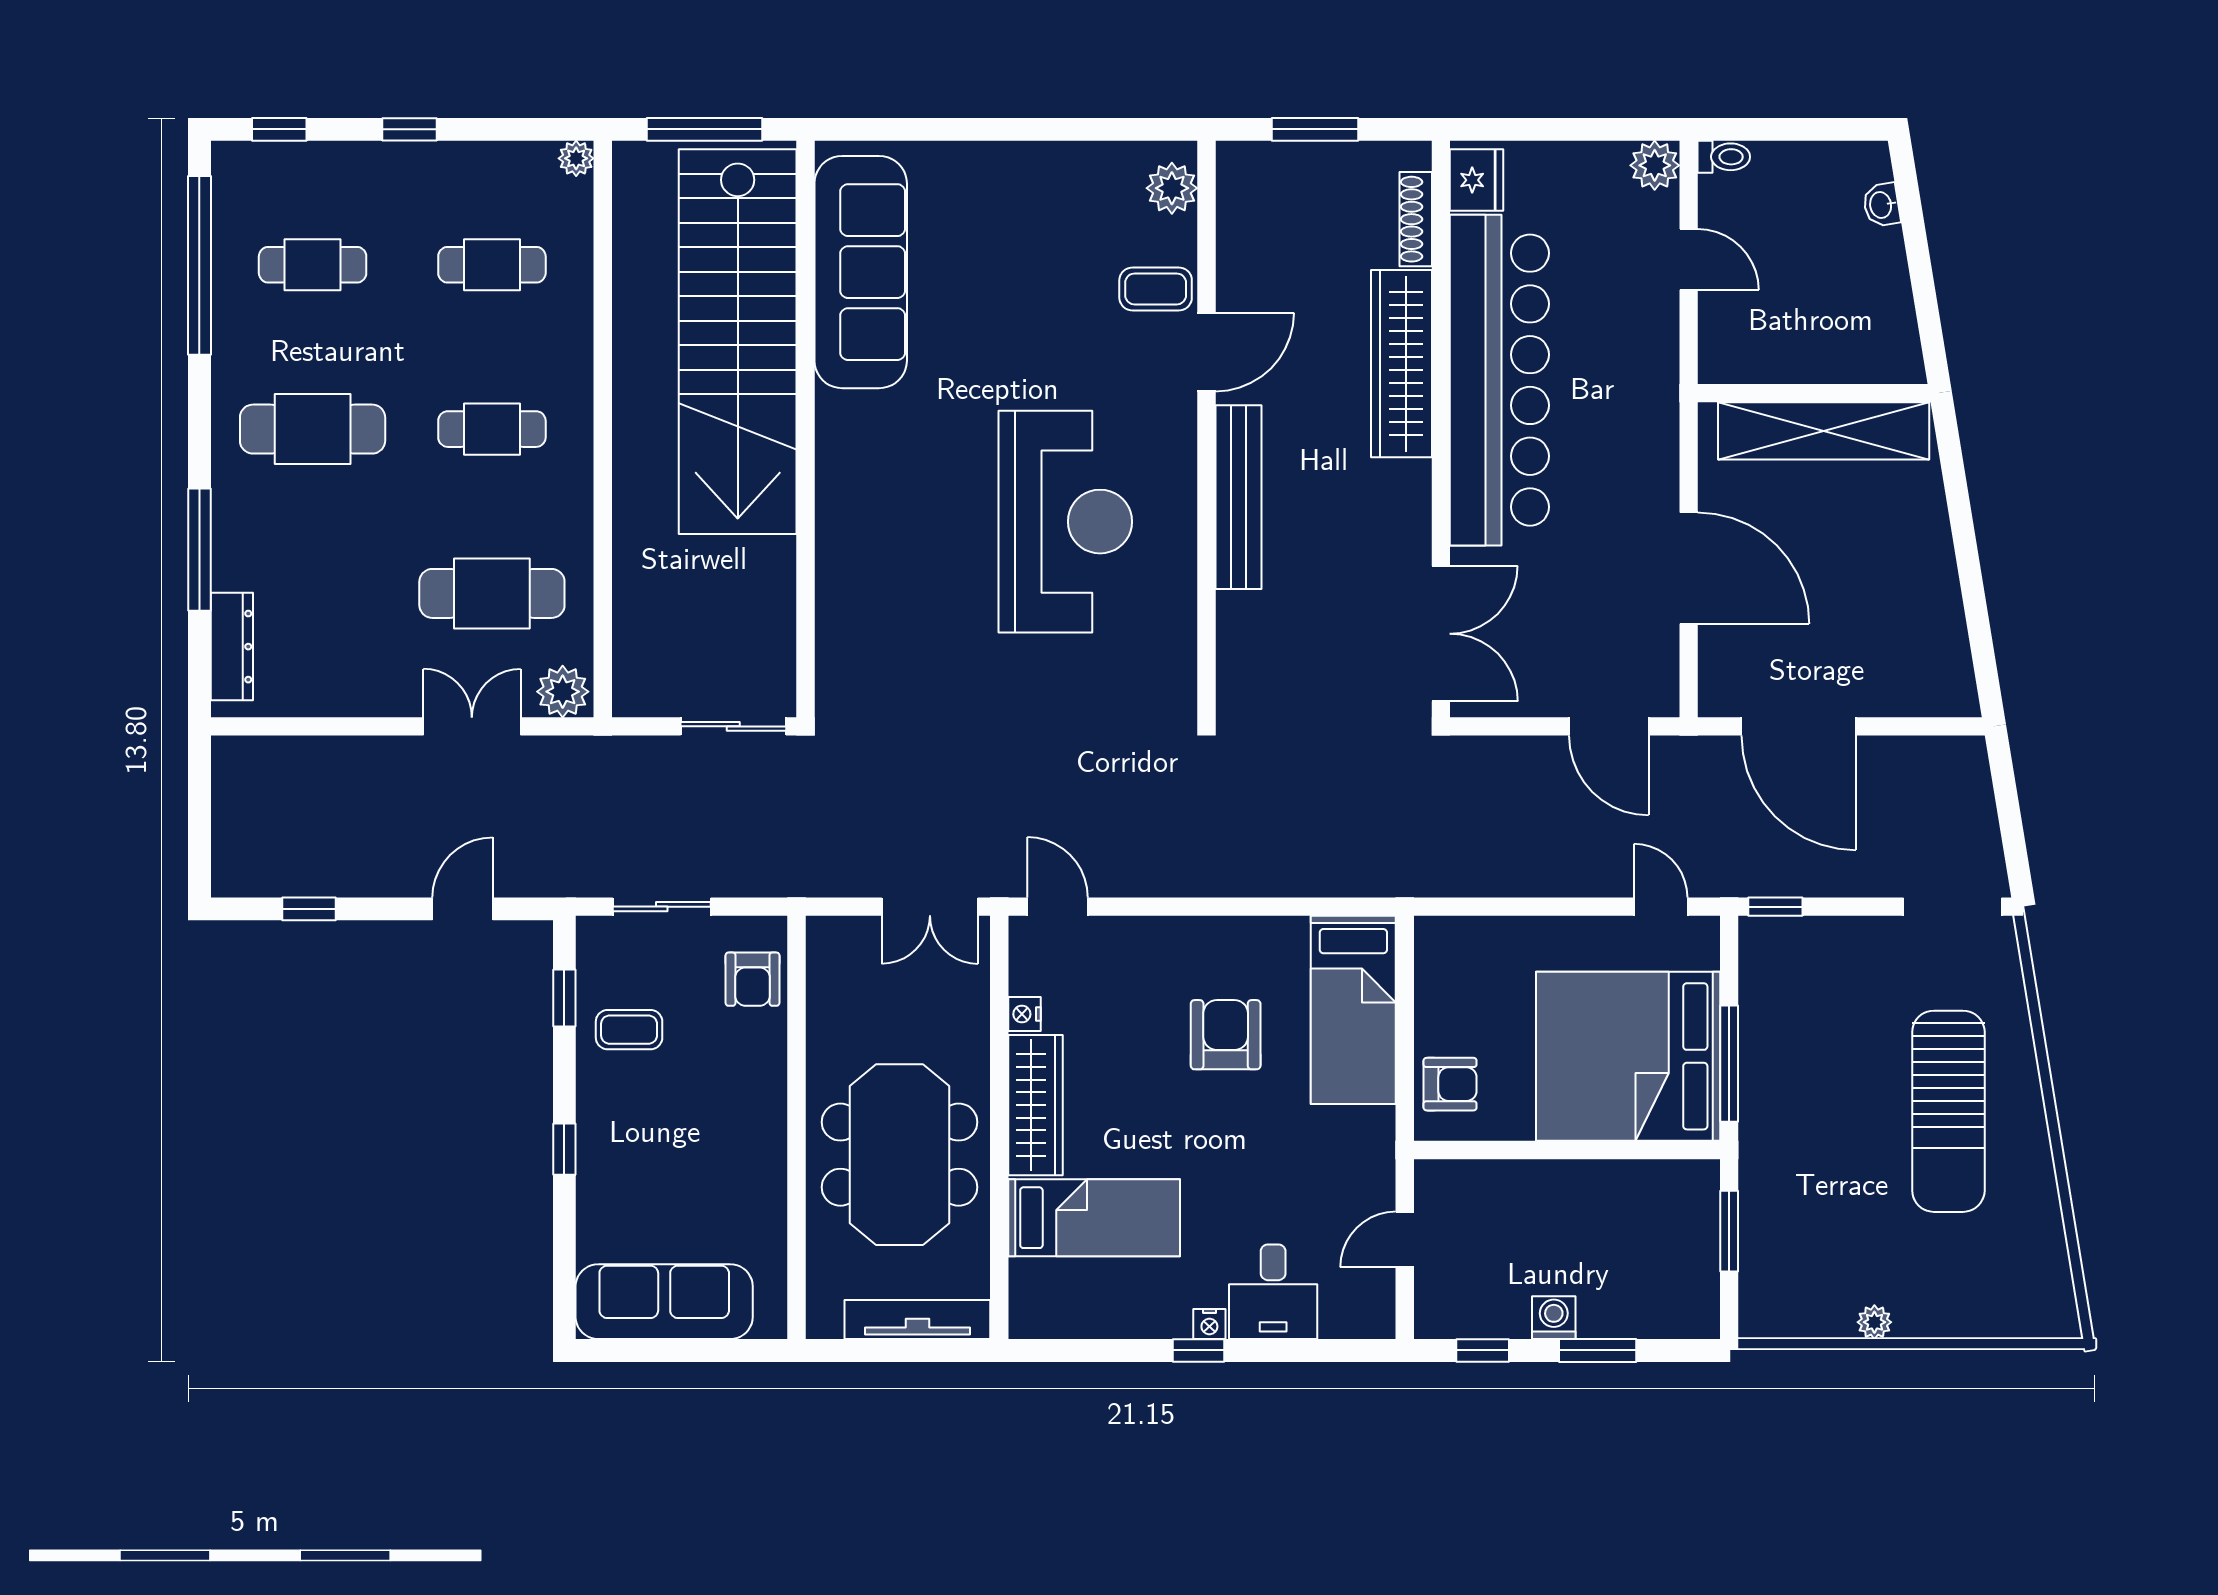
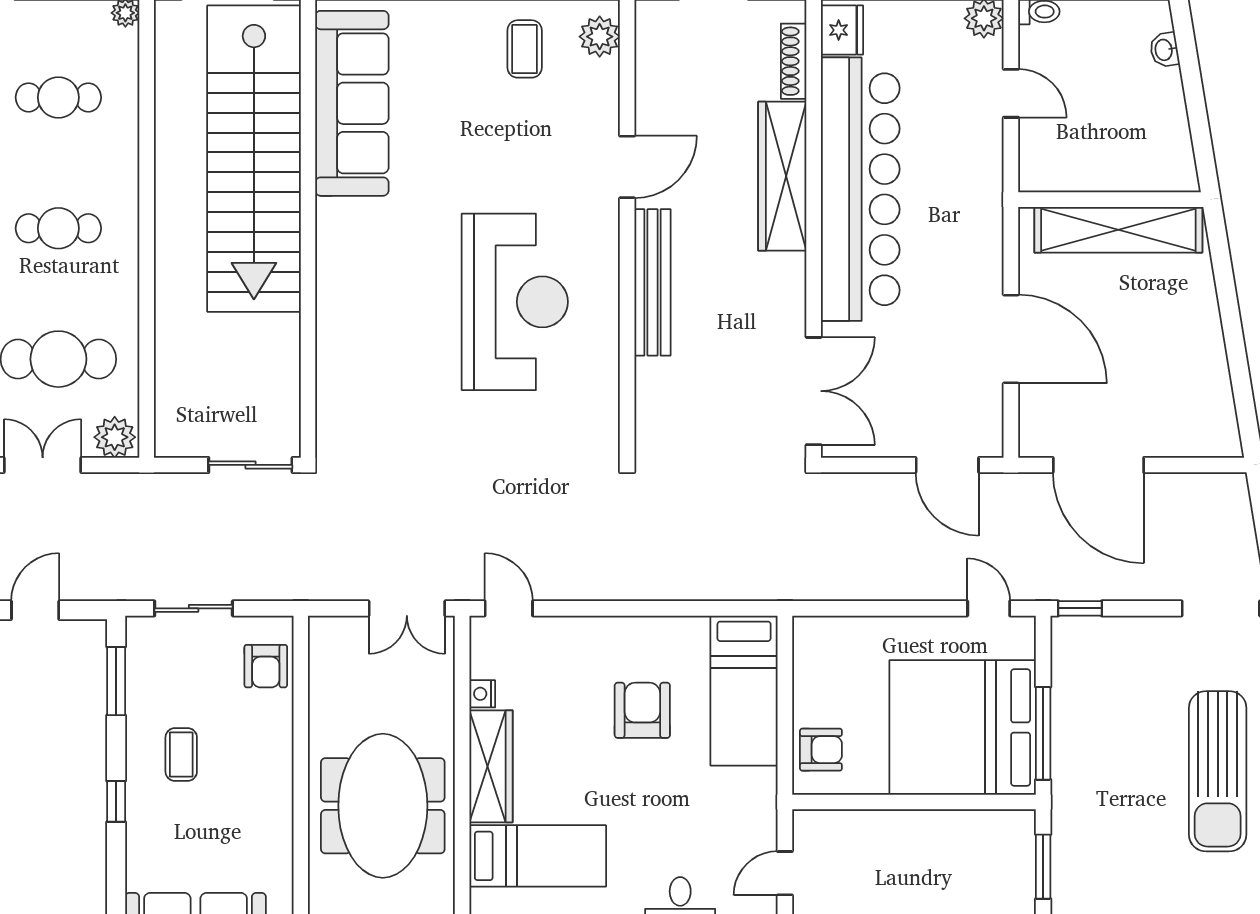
coffee table: (1156, 289) -> (525, 49), moved, turned 90
window: (564, 998) -> (116, 681), width x1.50
coffee table: (629, 1030) -> (181, 754), moved, turned 90

